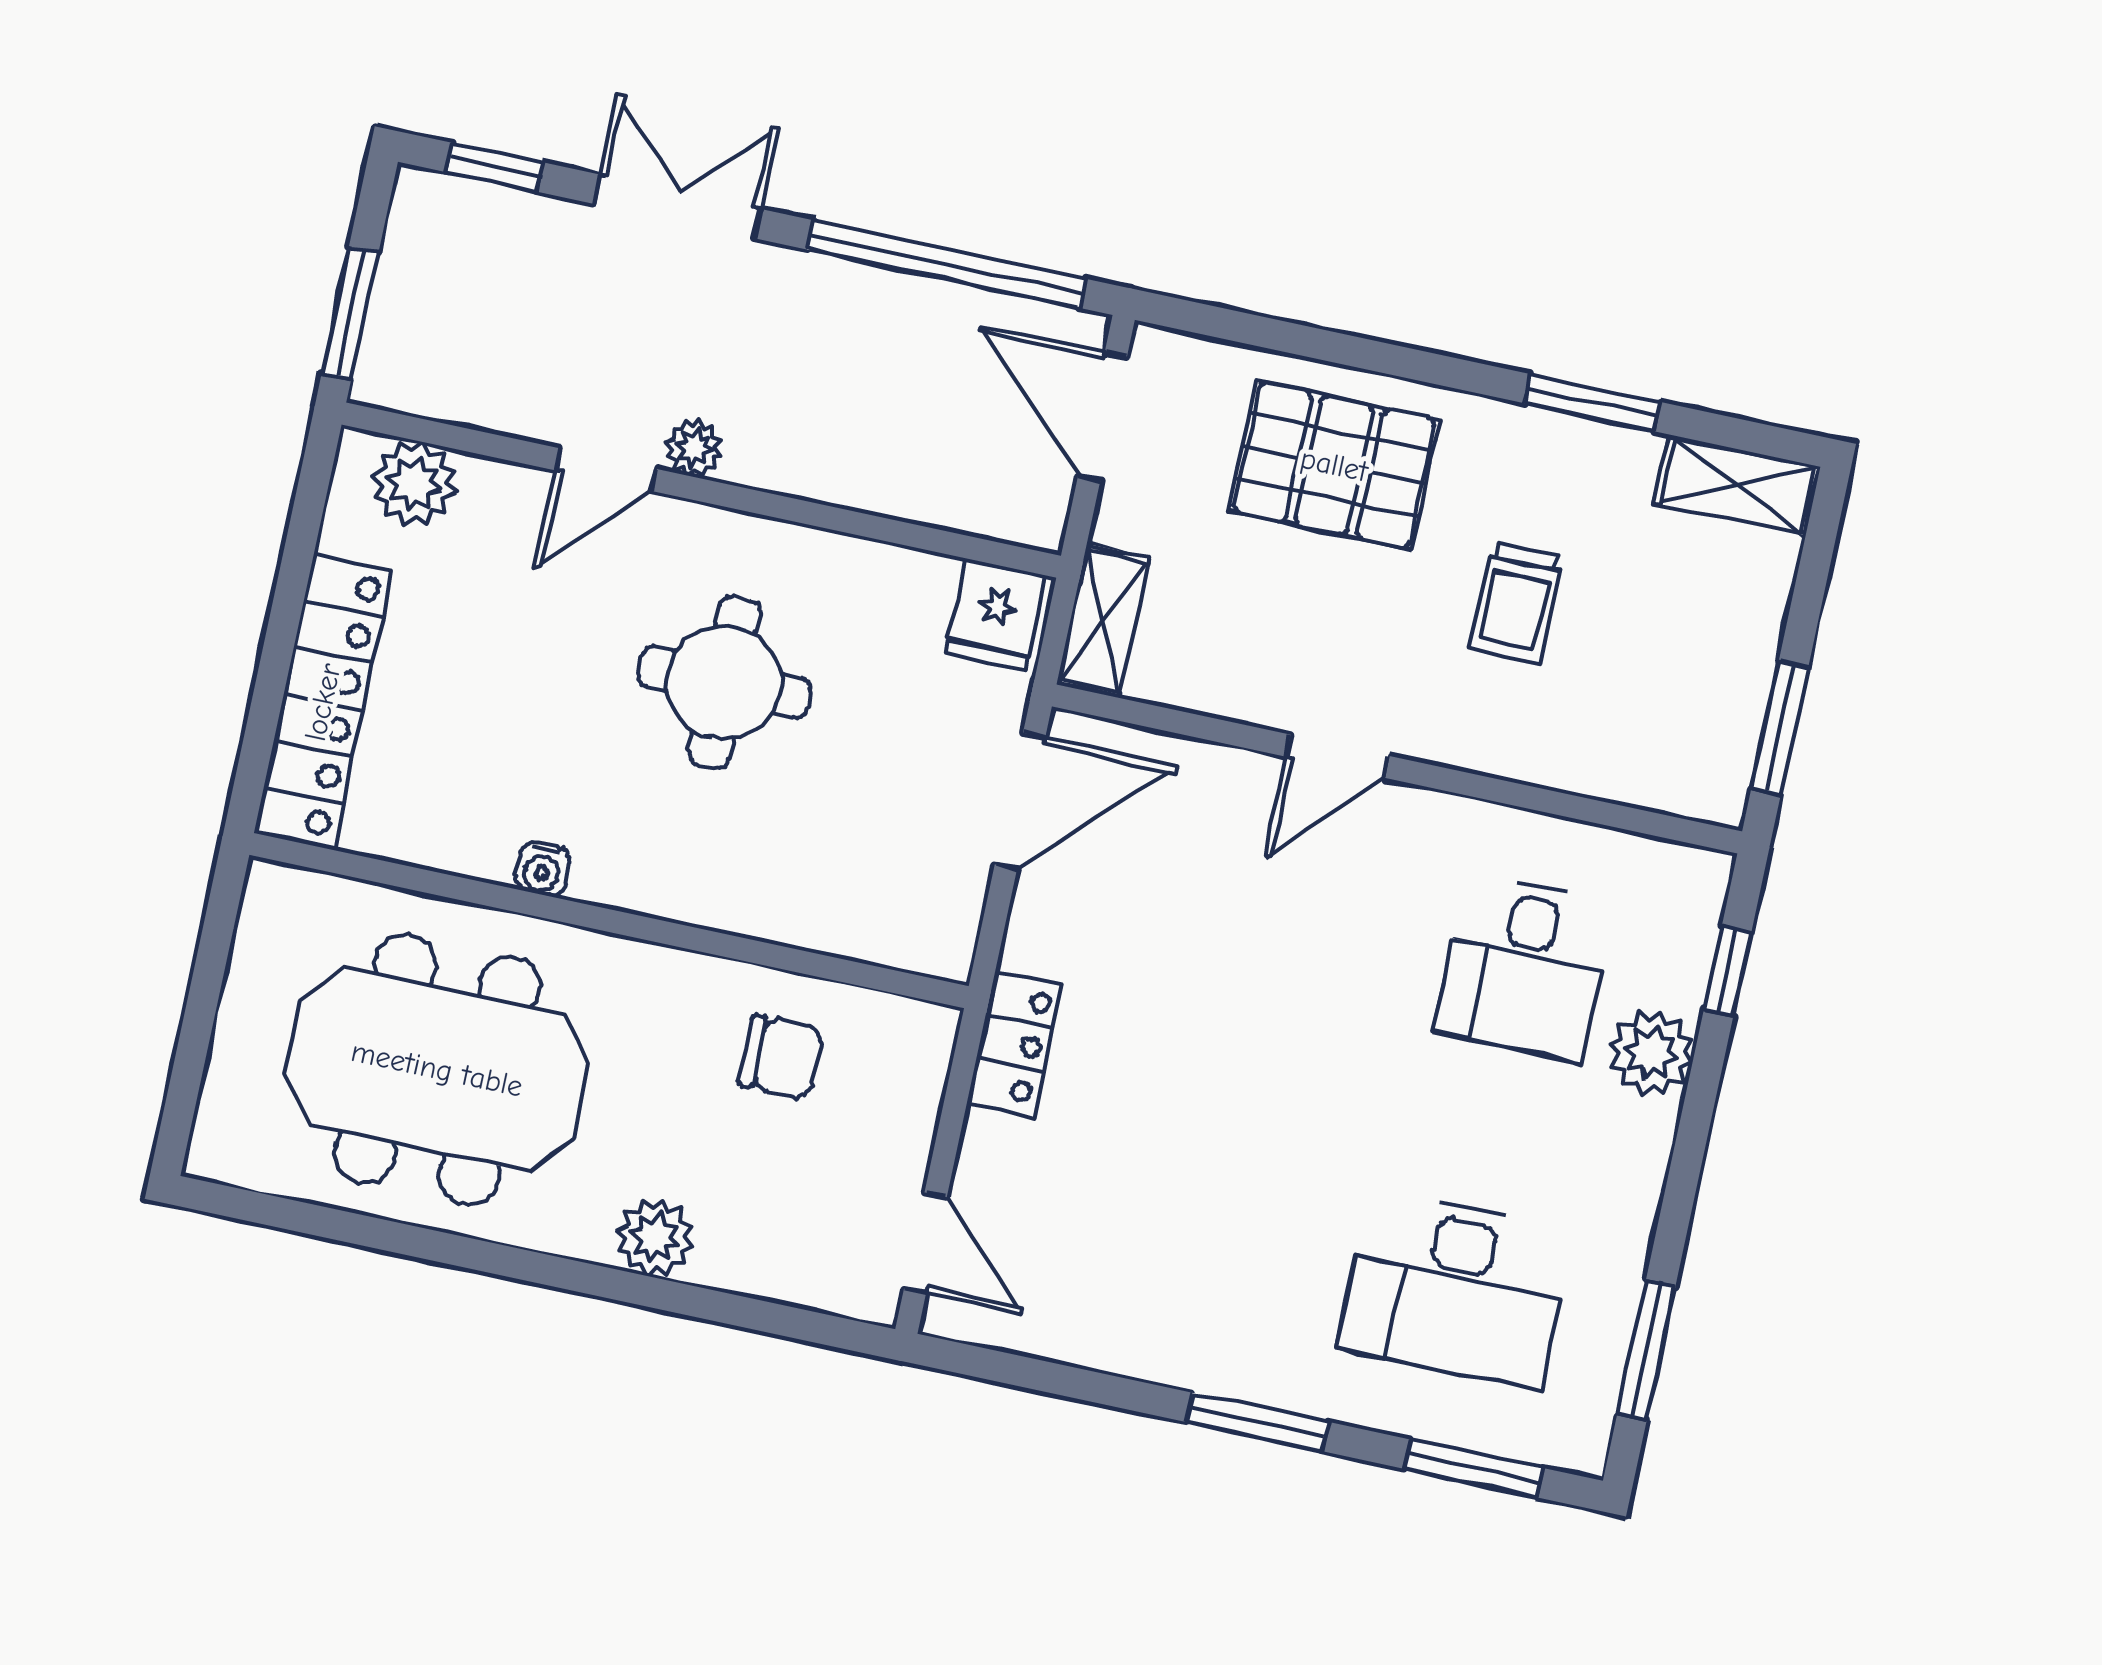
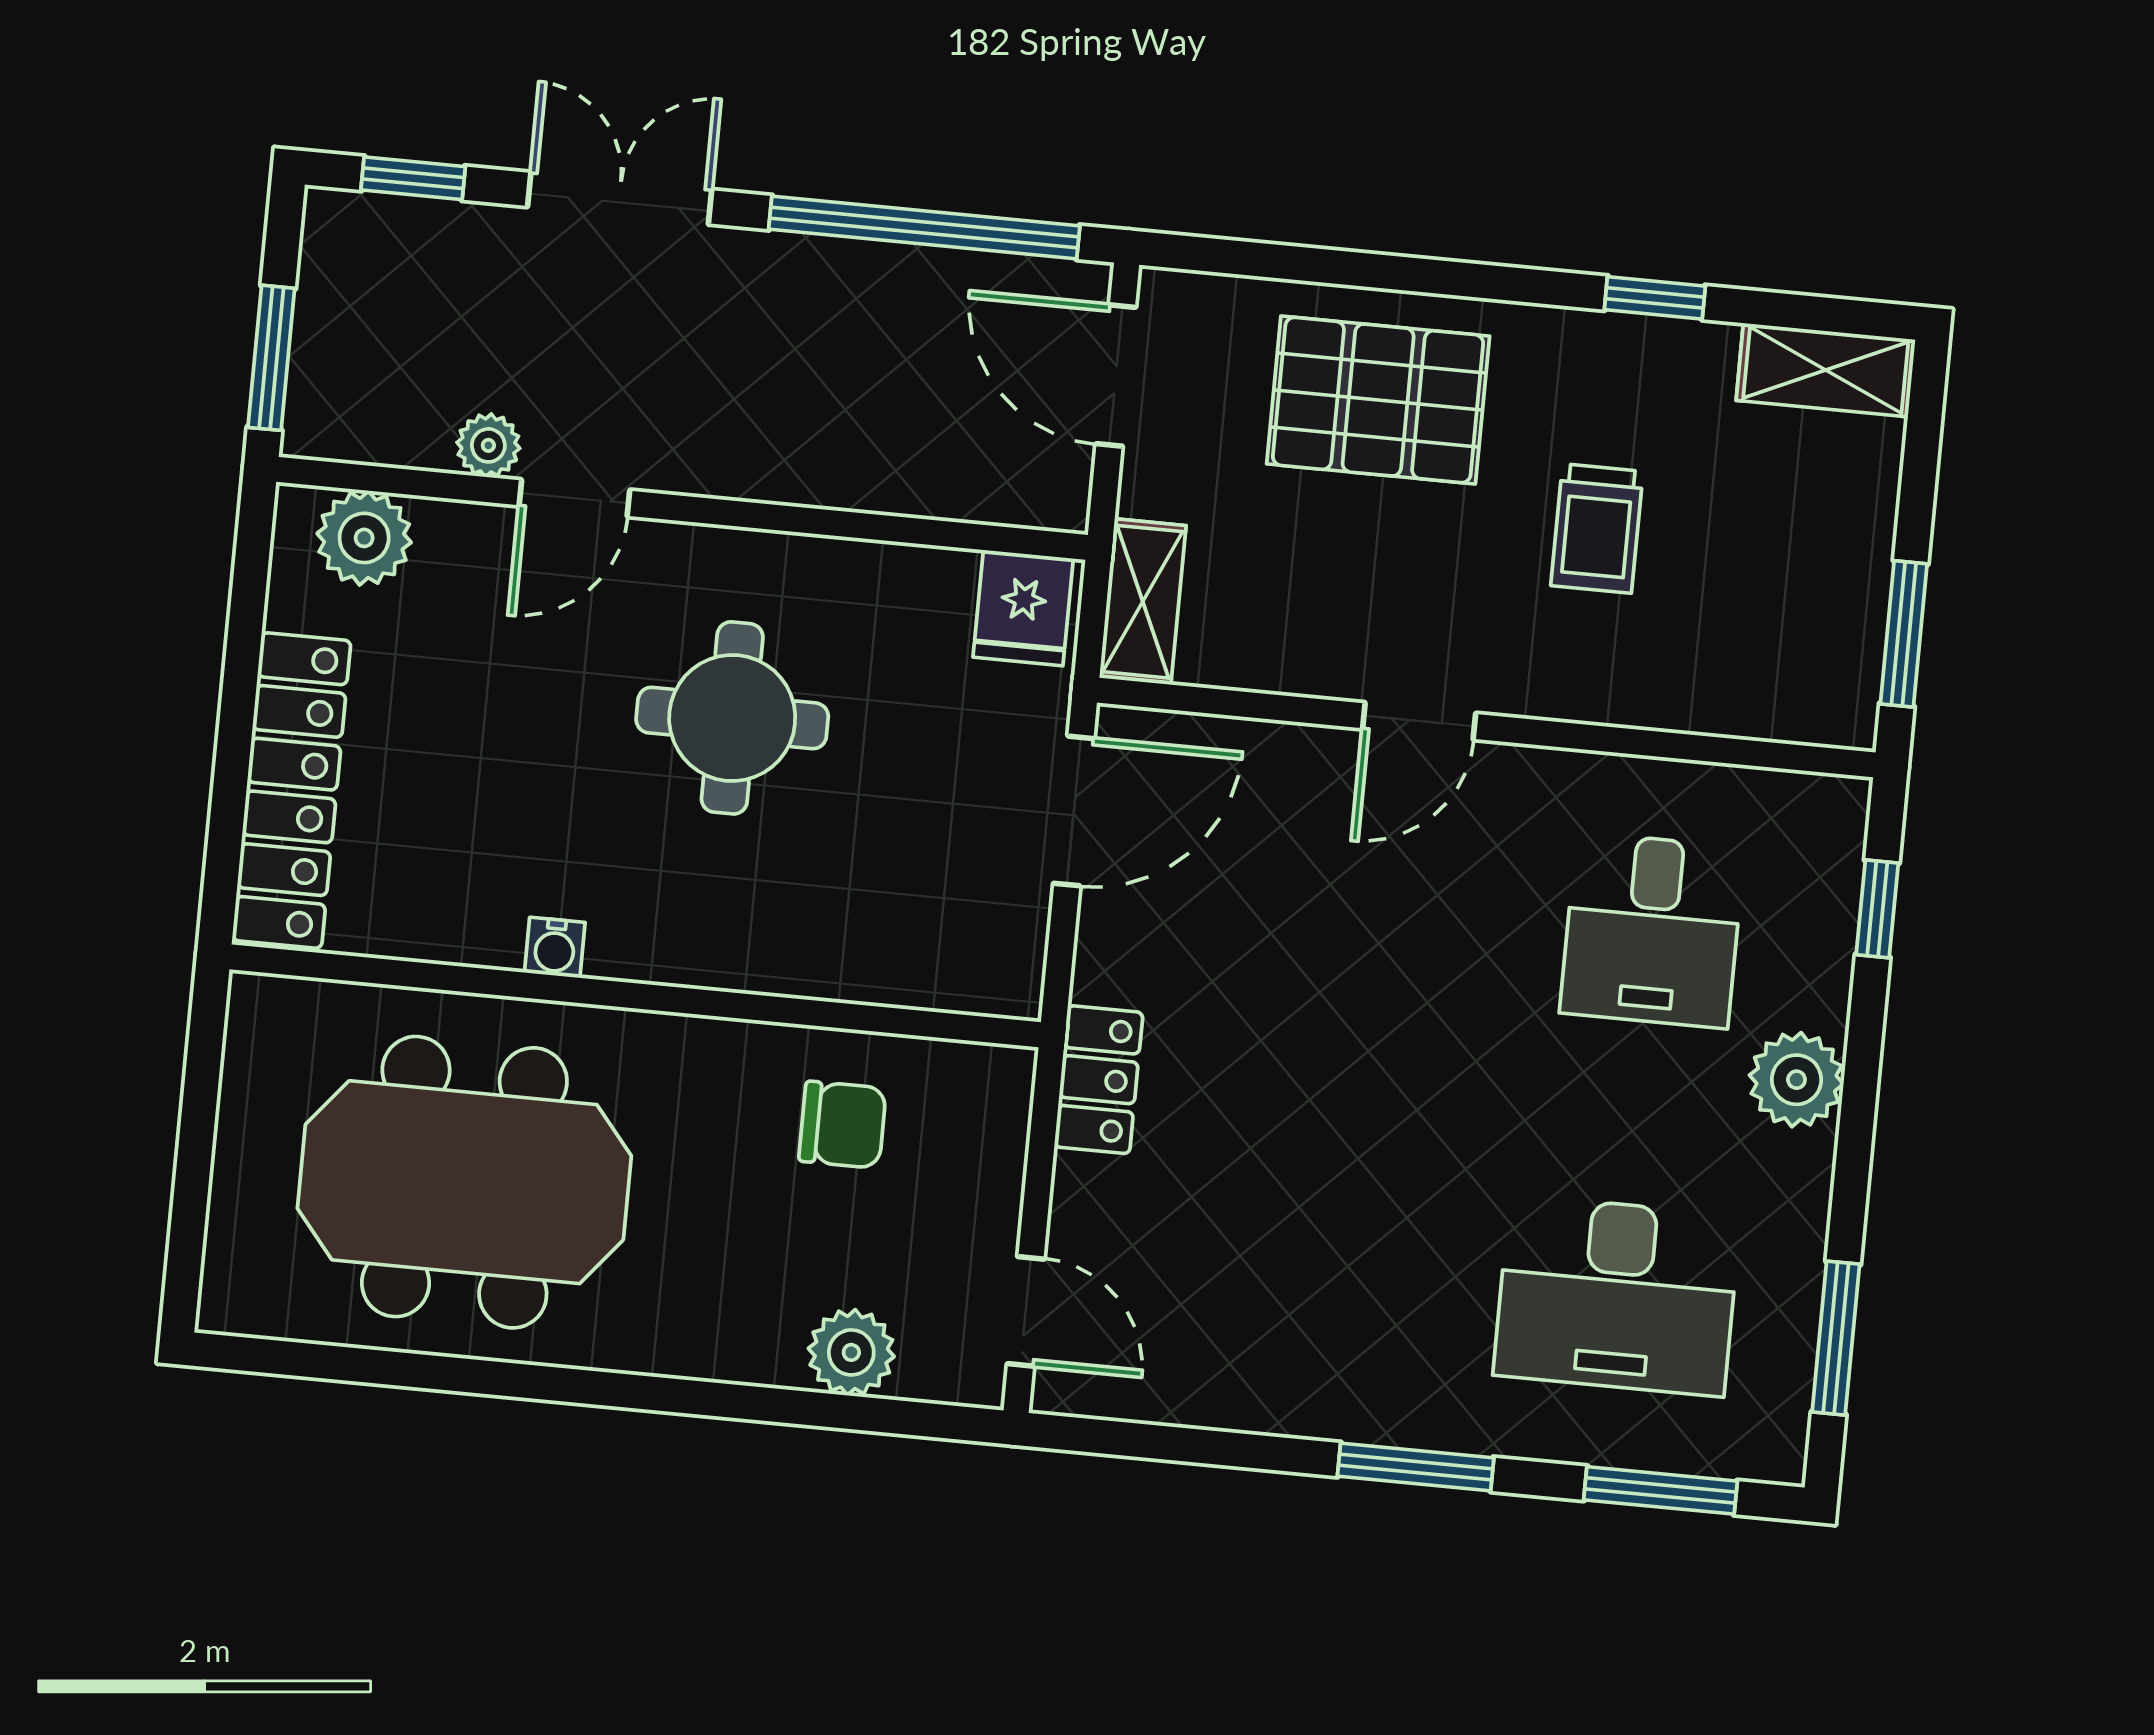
window: (1592, 403) -> (1655, 298), width x0.67
plant: (694, 448) -> (488, 445), moved
plant: (1651, 1053) -> (1796, 1080), moved
plant: (655, 1238) -> (851, 1352), moved

